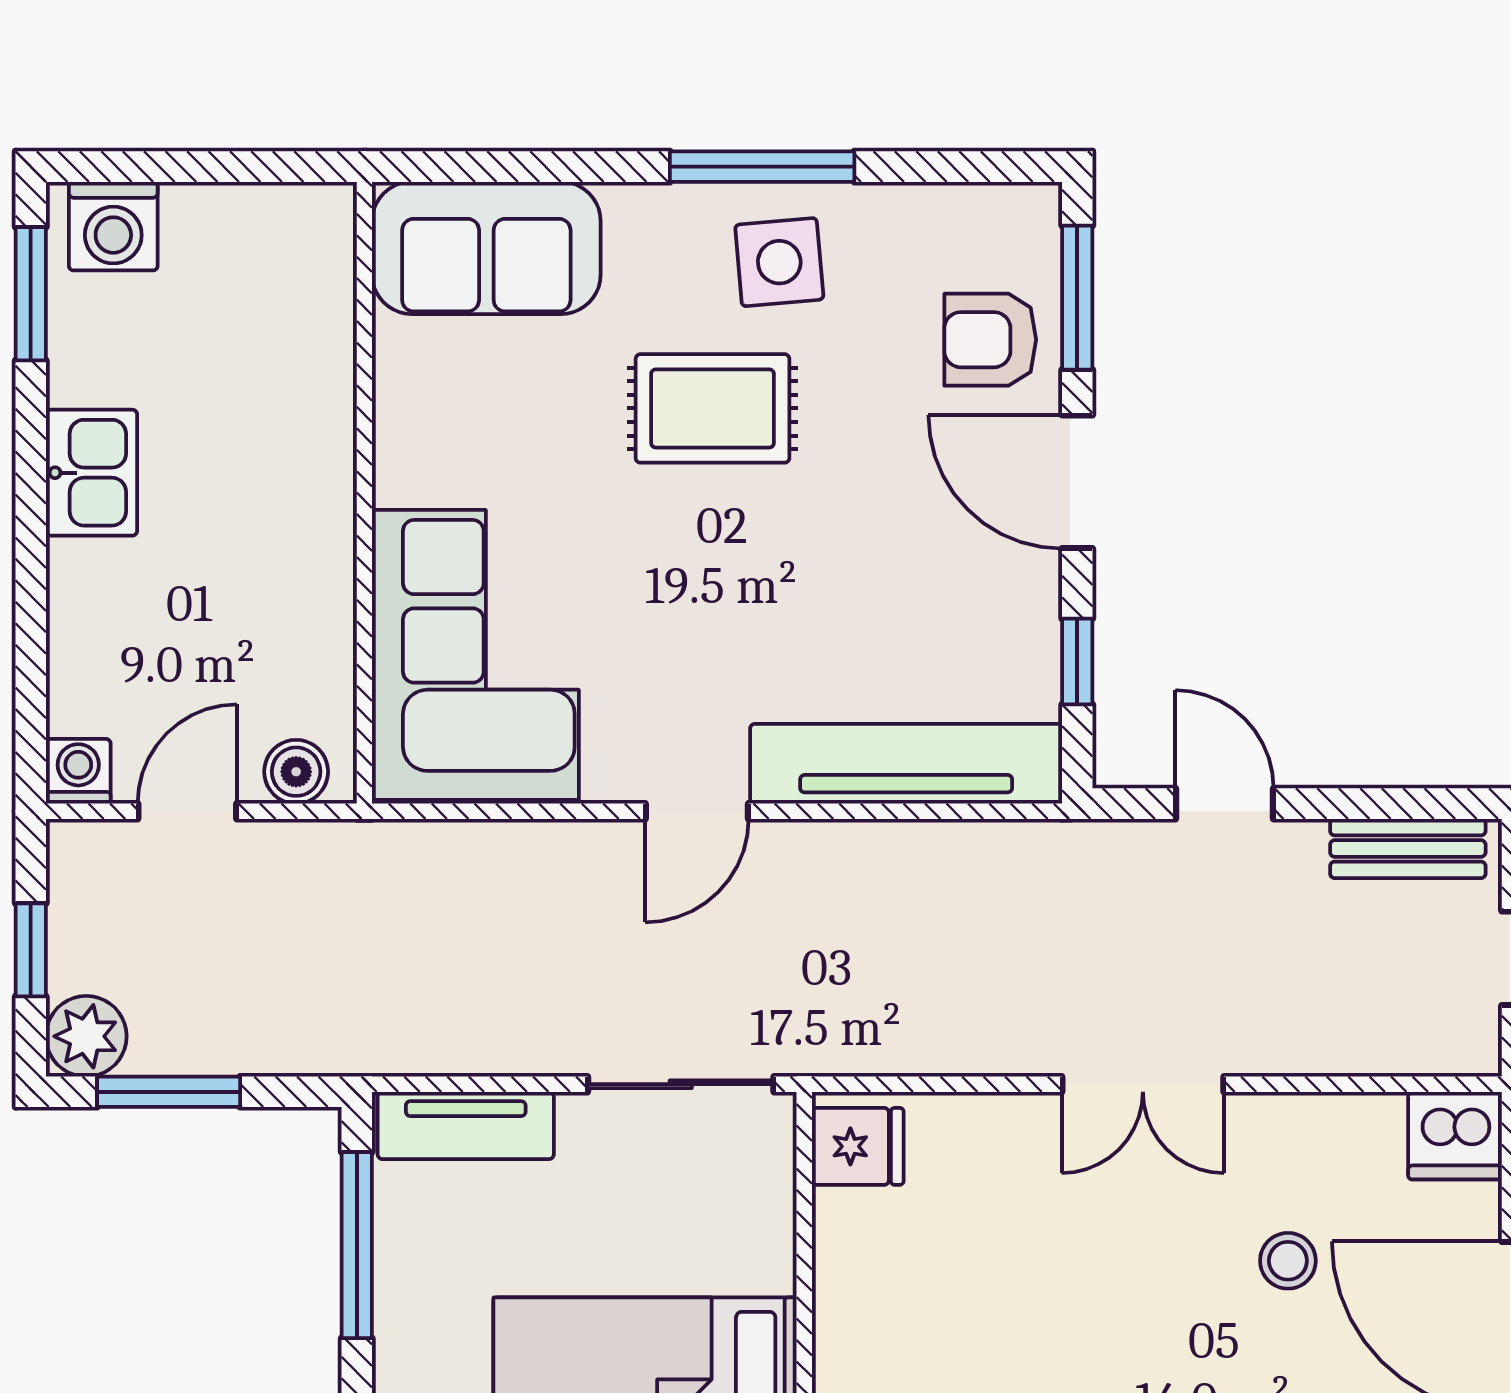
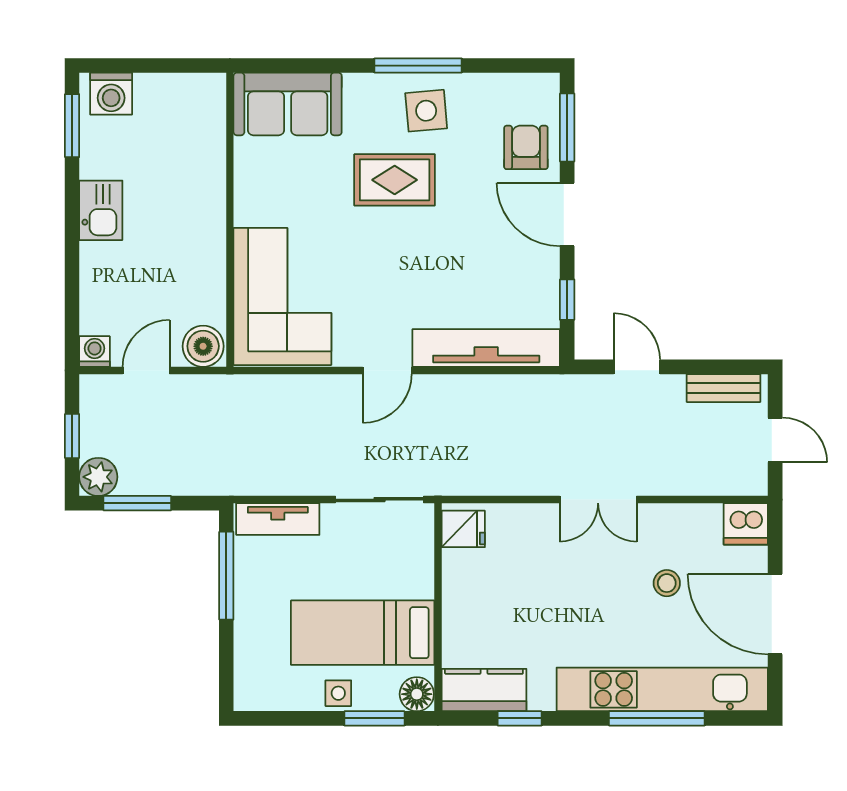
armchair: (990, 340) -> (526, 147), turned 90
boiler: (296, 772) -> (203, 346), width x1.36, depth x1.36

